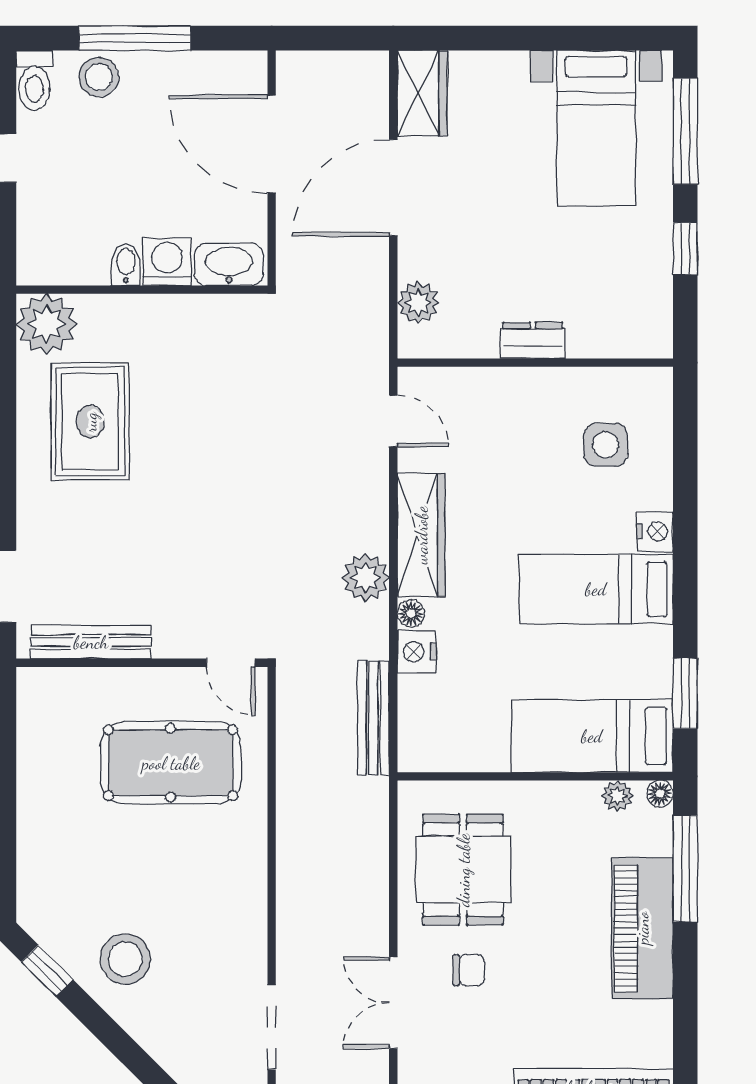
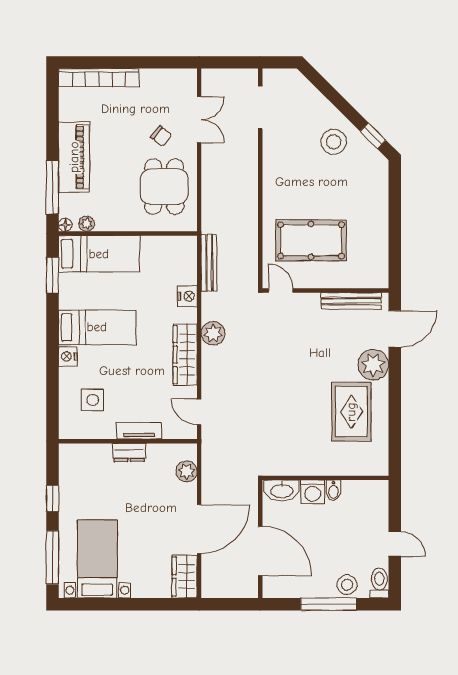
plant: (46, 324) -> (373, 365), moved
tv unit: (513, 384) -> (139, 431), added
floor lamp: (411, 614) -> (190, 315), removed
chair: (469, 970) -> (161, 136), turned -141

